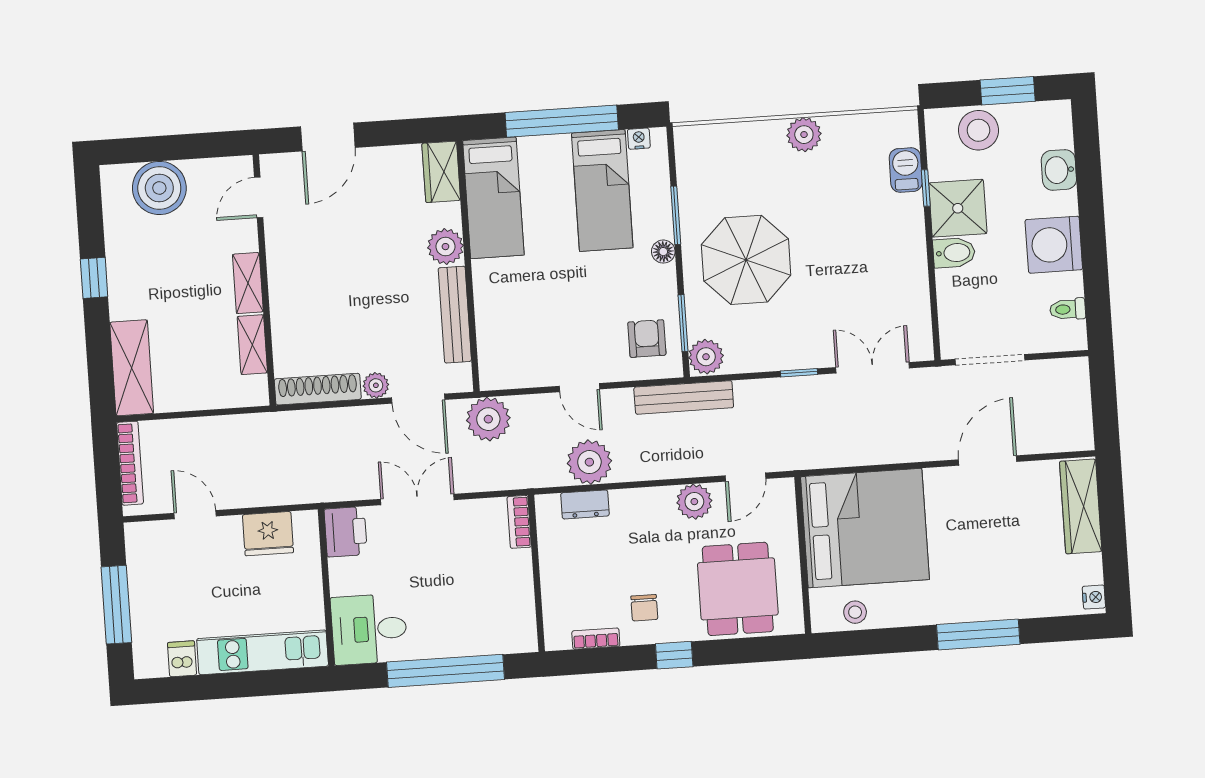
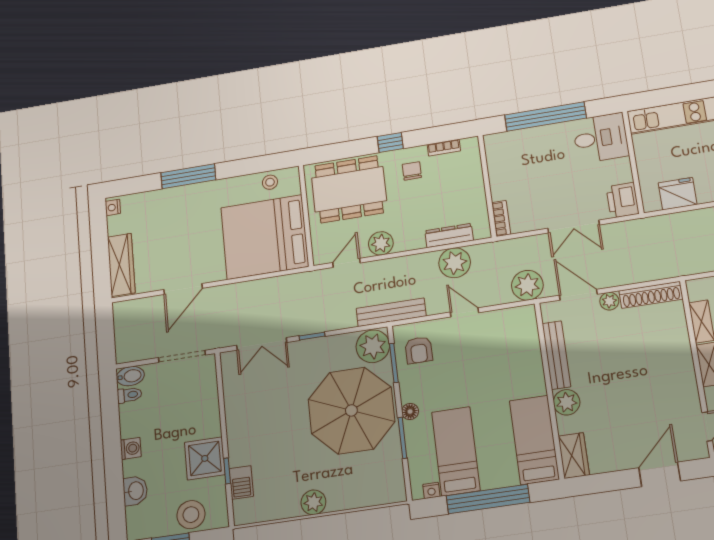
washing machine: (1054, 245) -> (131, 448), width x0.53, depth x0.53
bidet: (954, 253) -> (130, 376), moved, turned 180
parasol: (746, 260) -> (351, 410), width x1.36, depth x1.36
plant: (706, 357) -> (373, 346), width x1.36, depth x1.36
dresser: (585, 504) -> (449, 235), width x1.44
dining table: (738, 589) -> (349, 189), width x1.38

